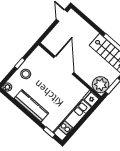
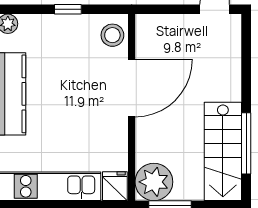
stool: (26, 74) -> (112, 35), moved

